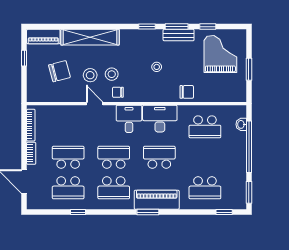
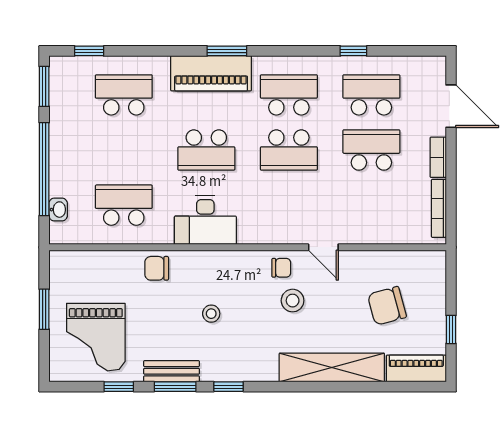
stool: (90, 75) -> (332, 299), removed
desk: (129, 119) -> (261, 220), removed
school desk: (68, 157) -> (371, 150), turned 180

